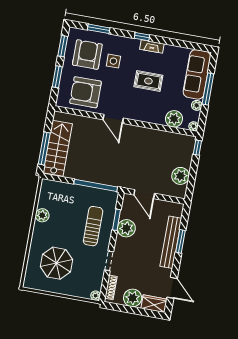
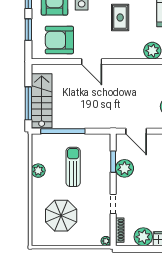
rug: (148, 81) -> (120, 17), turned 90
window: (96, 185) -> (63, 131), moved
sun lounger: (93, 226) -> (73, 167), moved

